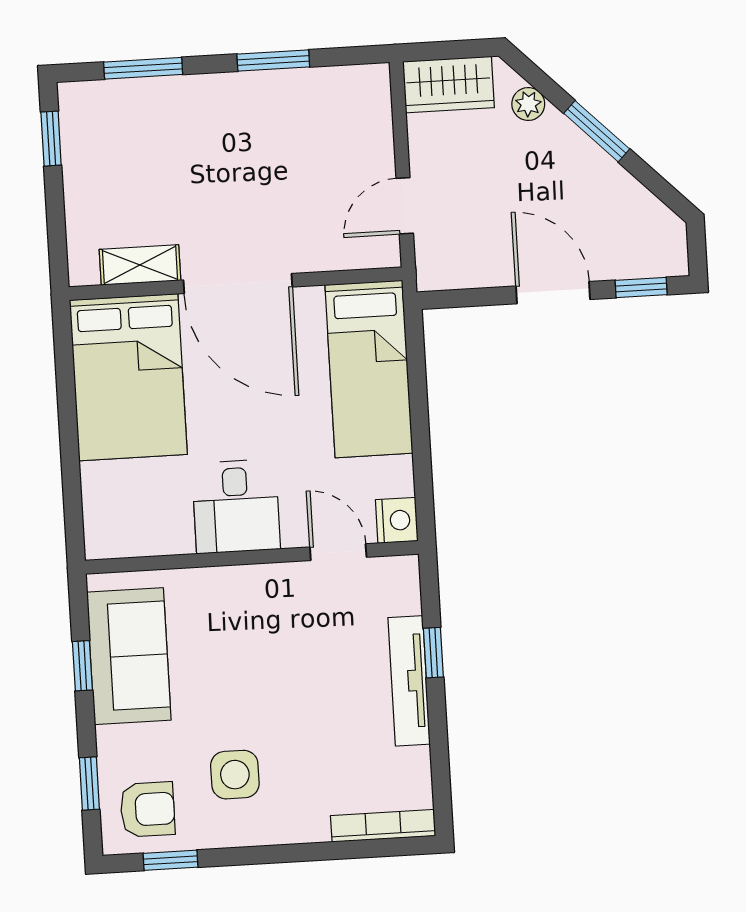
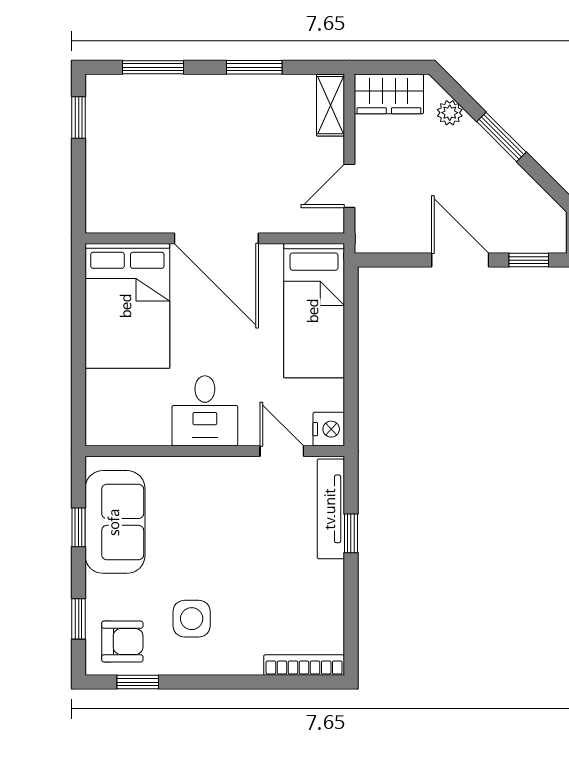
shelving: (140, 265) -> (330, 105), moved, turned 90
tv unit: (409, 681) -> (331, 509), moved

